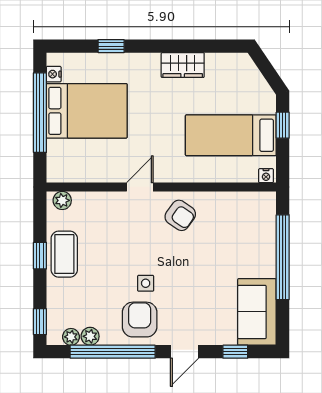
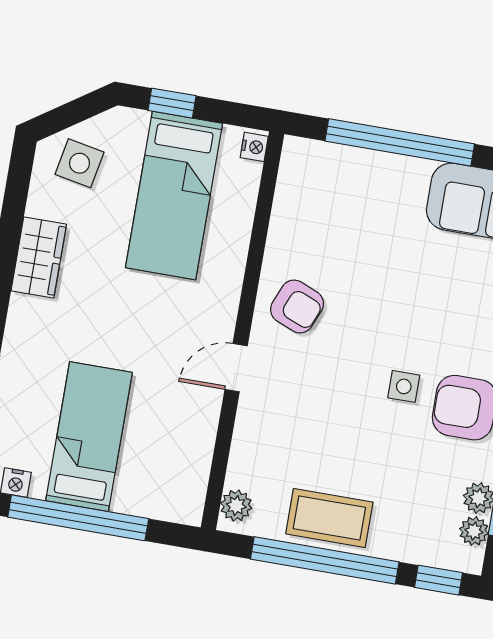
side table: (240, 79) -> (79, 163), added
bed: (87, 111) -> (89, 437), width x0.67
door: (140, 187) -> (236, 368), hinge flipped
armchair: (180, 215) -> (297, 307), turned 77
window: (40, 256) -> (325, 560), width x3.17

